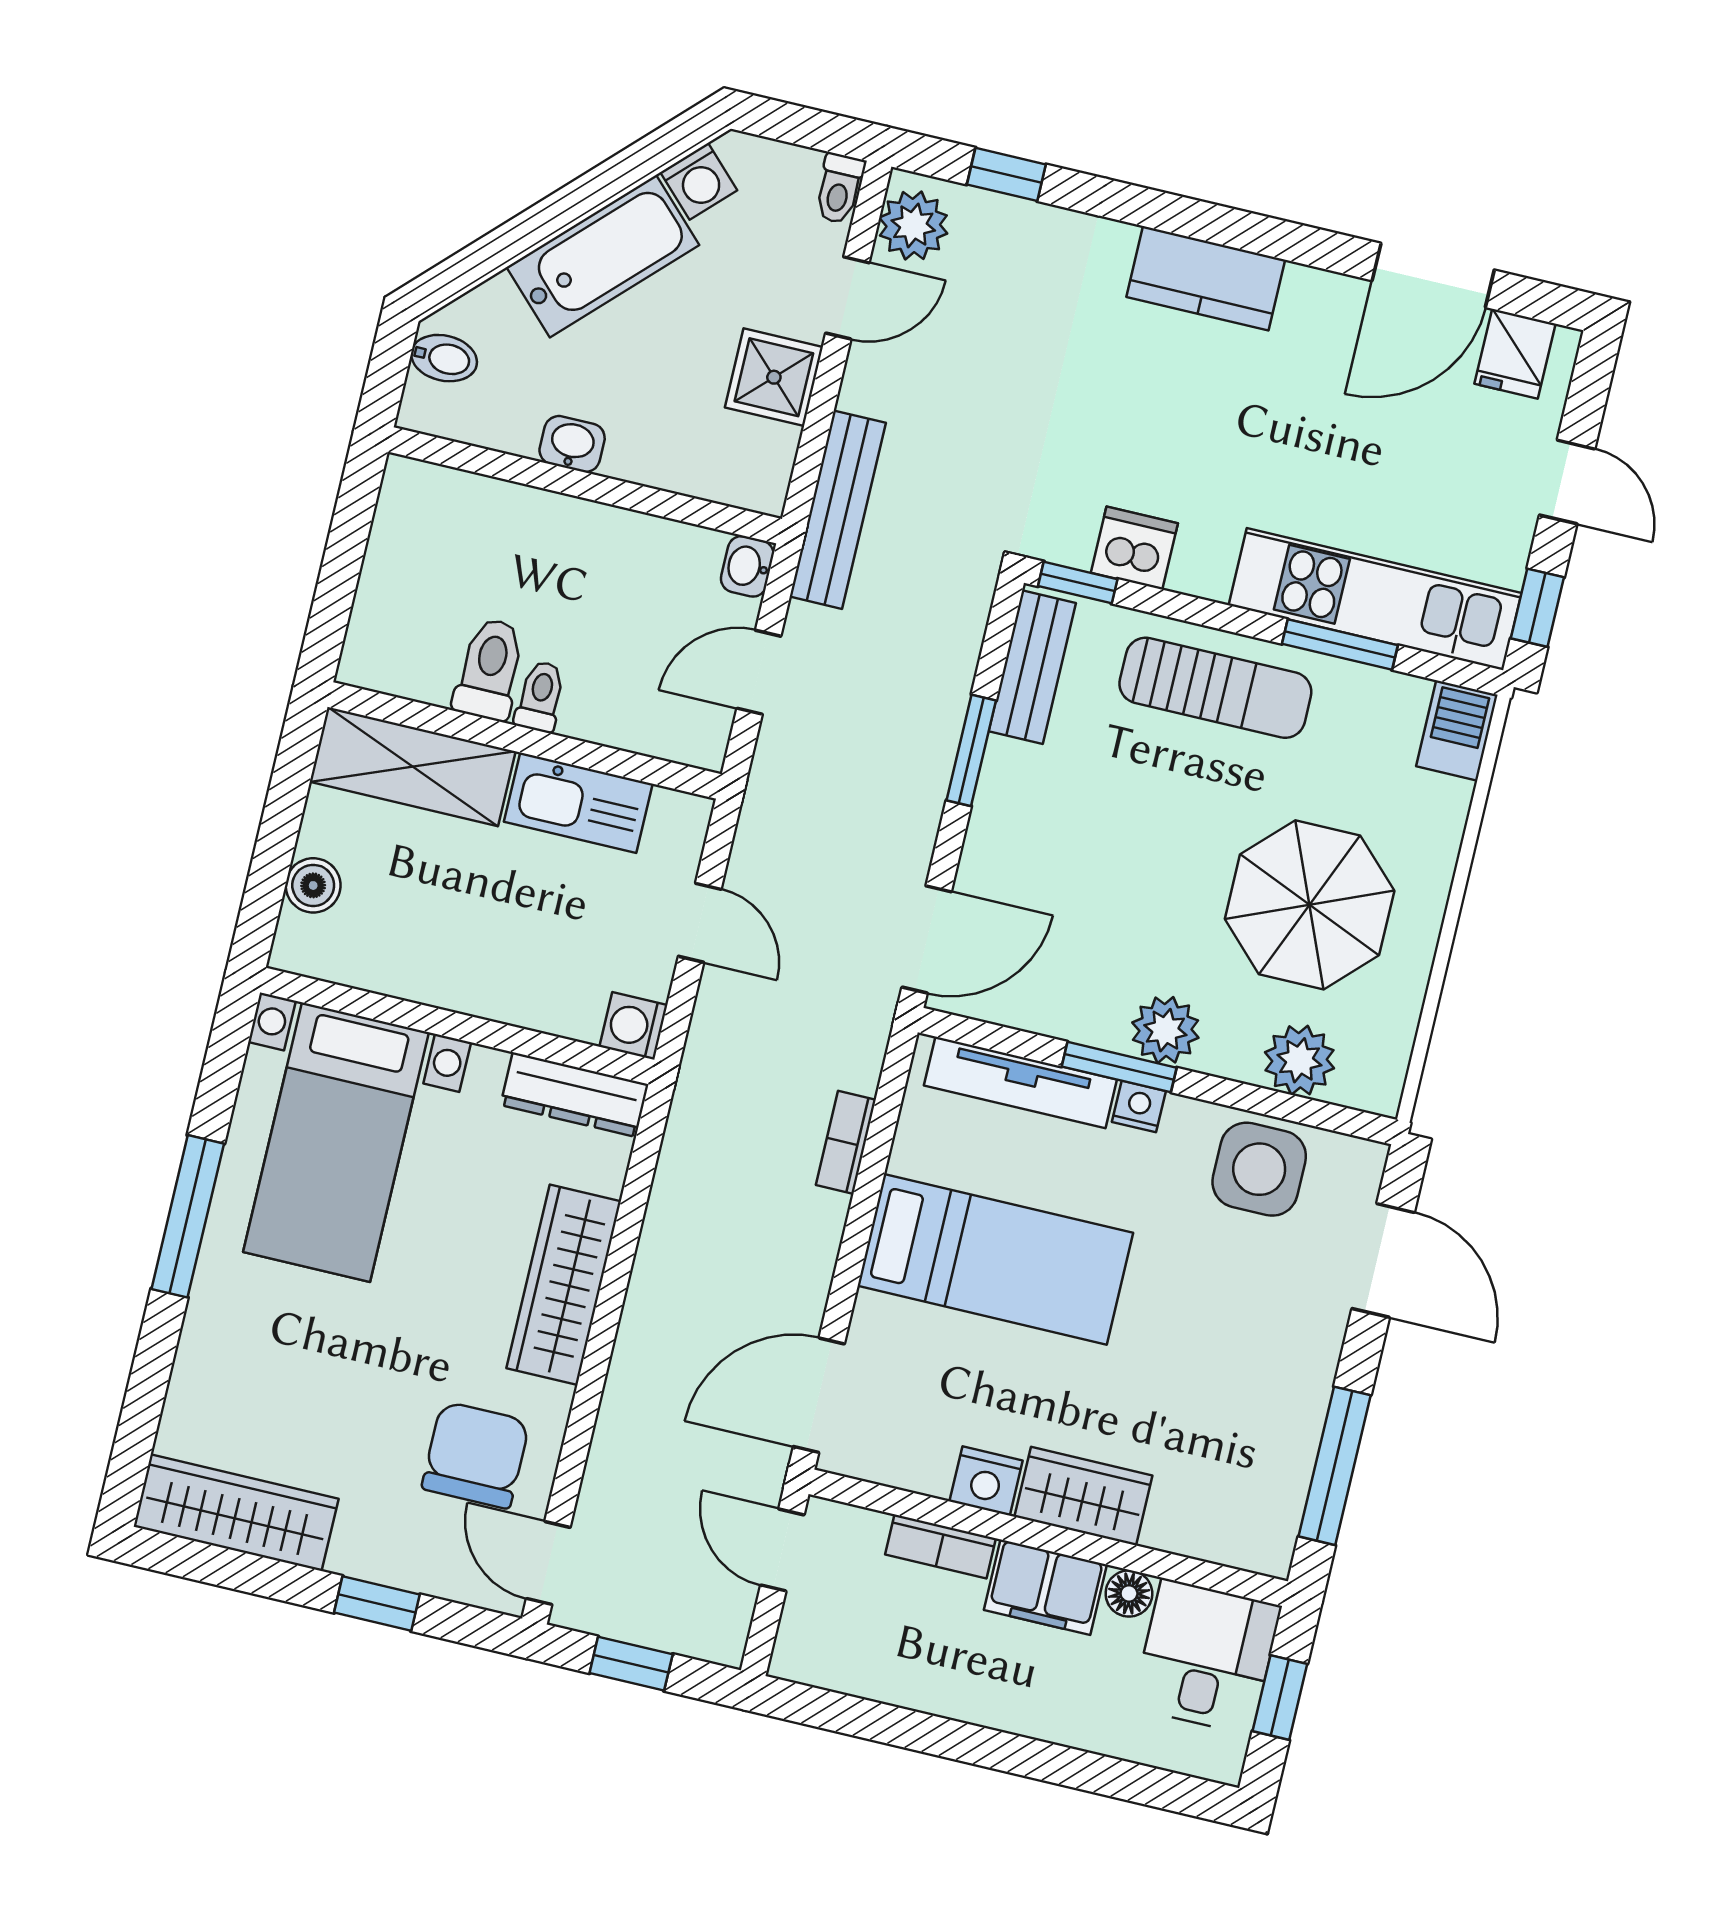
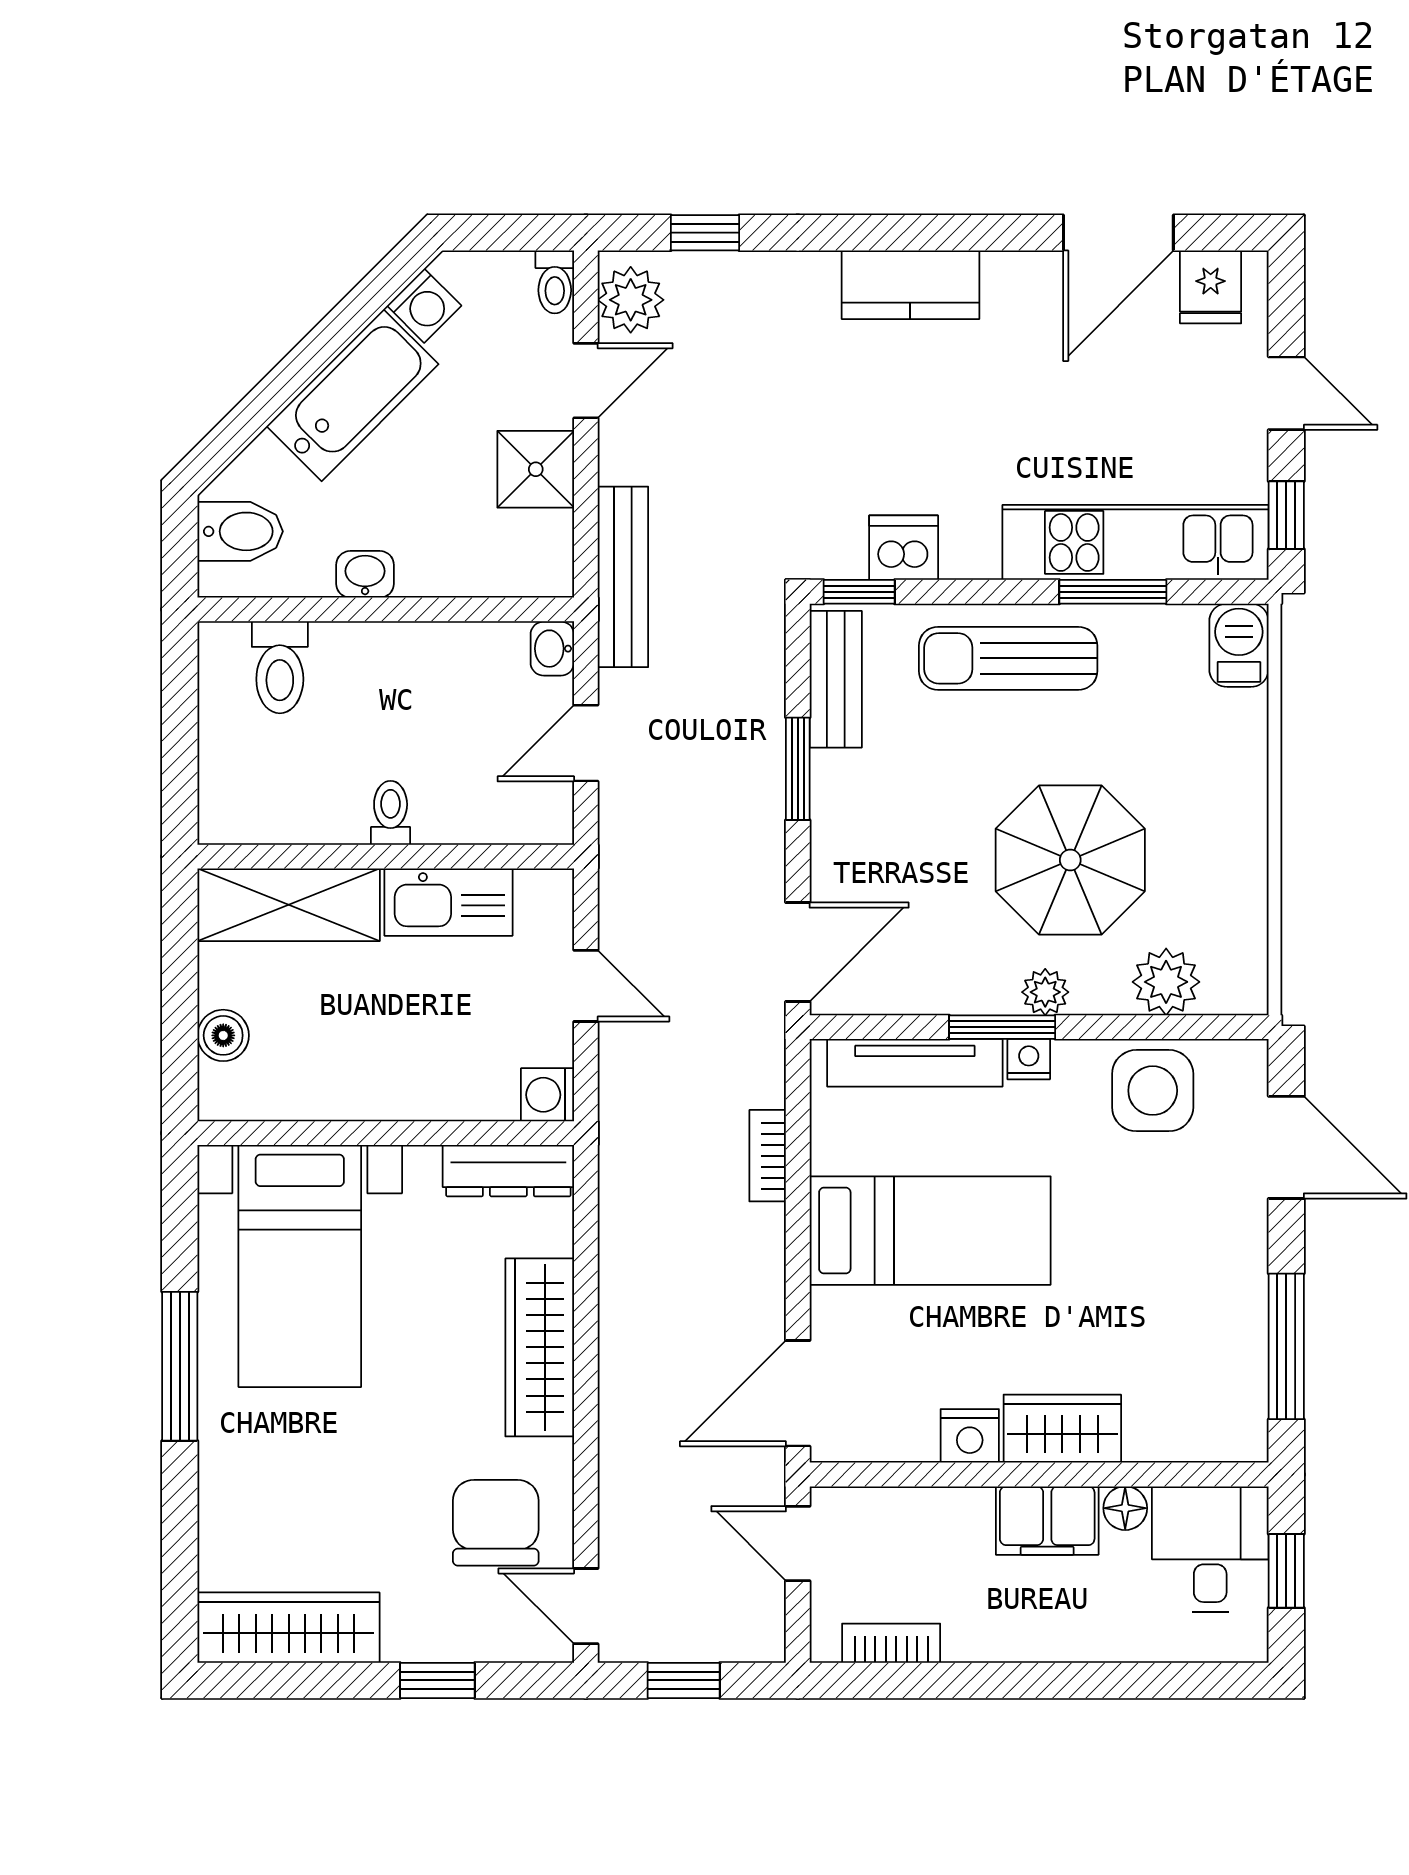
bidet: (444, 358) -> (240, 531), width x1.38, depth x1.36
toilet: (490, 669) -> (280, 667), moved, turned 180
sun lounger: (1215, 688) -> (1008, 658), turned 180
parasol: (1310, 905) -> (1070, 860), moved
plant: (1165, 1030) -> (1045, 992), width x0.73, depth x0.73
bookcase: (940, 1546) -> (891, 1643), moved, turned 180

